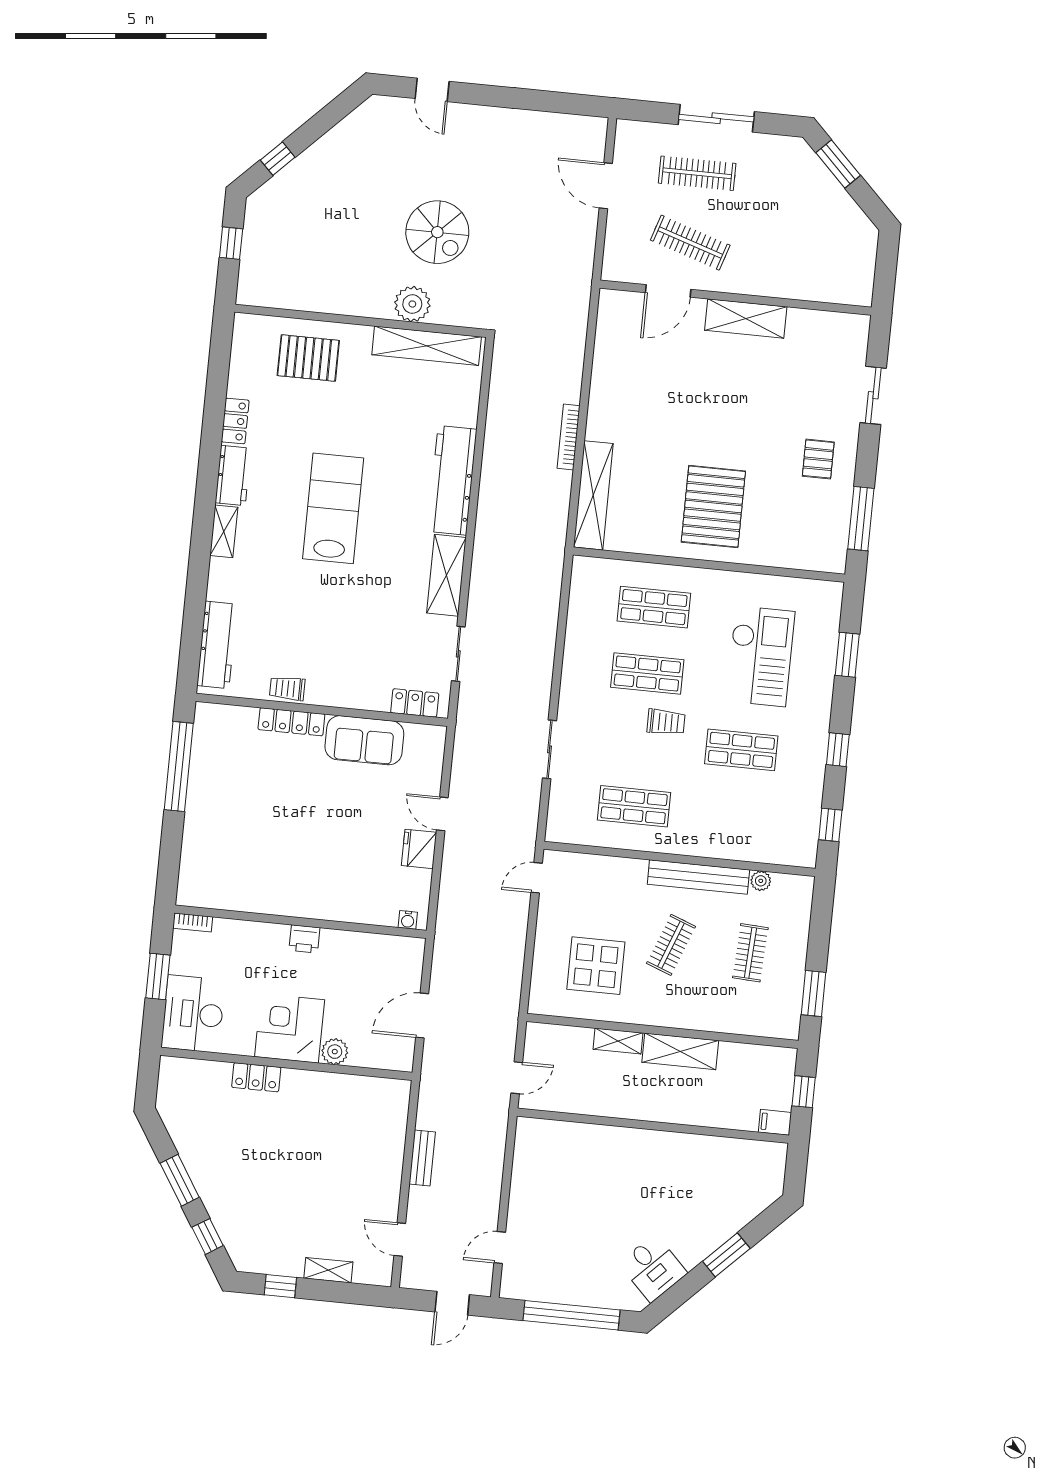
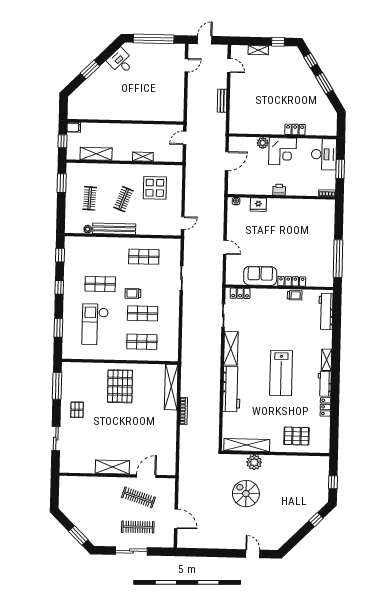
fridge: (419, 849) -> (258, 205), moved, turned 90
shelving: (680, 1051) -> (96, 154), moved

